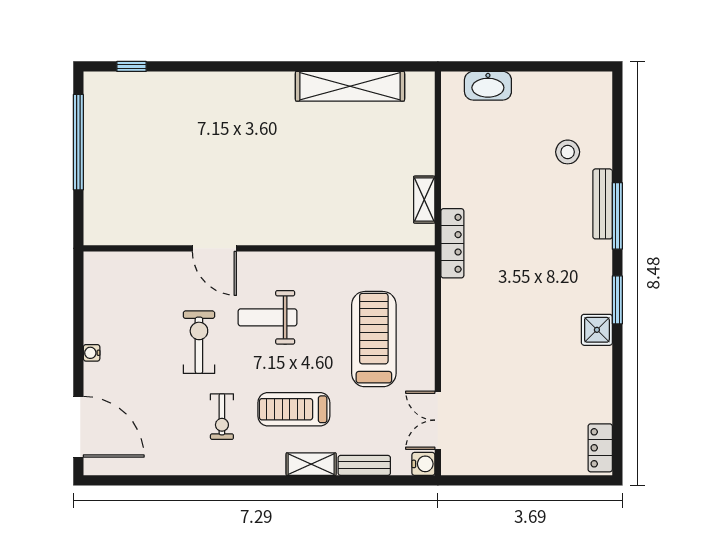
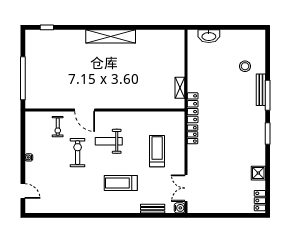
shelving: (350, 86) -> (111, 36), moved
window: (78, 142) -> (23, 78), moved
locker: (452, 302) -> (193, 134), added
shower: (597, 330) -> (258, 173), moved
treadmill: (374, 339) -> (157, 151), width x0.73, depth x0.73
exercise bike: (222, 417) -> (58, 127), moved
door: (78, 427) -> (23, 191), width x0.53
shelving: (311, 464) -> (128, 208), removed

